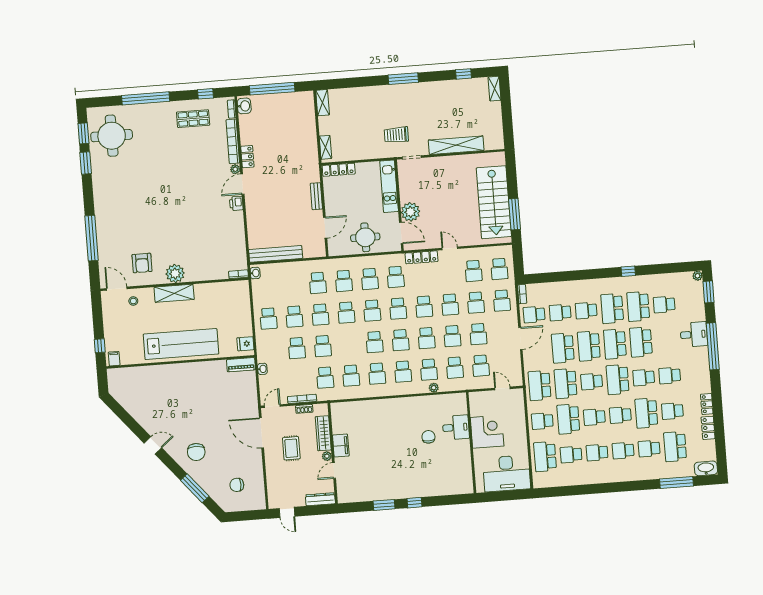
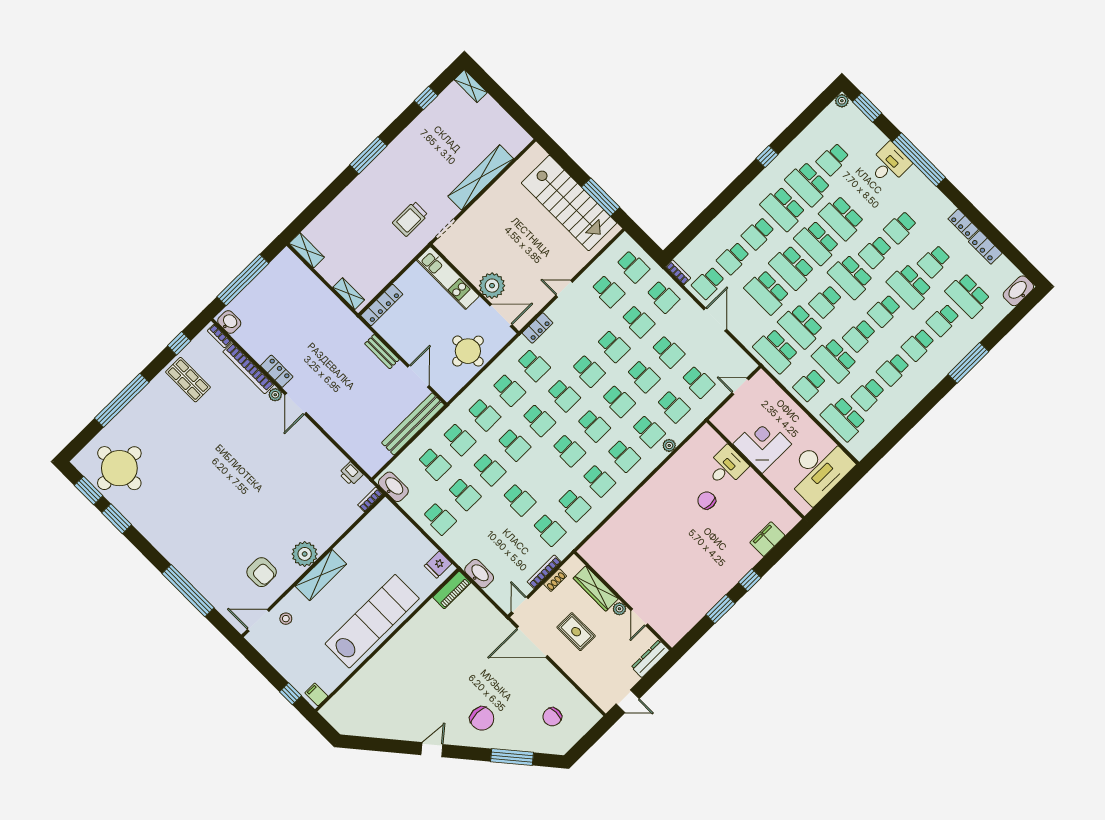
shop shelf: (193, 119) -> (188, 380), turned 90
printer: (236, 203) -> (351, 474), moved
bench: (276, 254) -> (413, 424), moved
locker: (421, 257) -> (537, 328), width x0.66
washbasin: (255, 273) -> (393, 487), width x1.91, depth x1.45
school desk: (297, 348) -> (434, 464), moved
washbasin: (262, 369) -> (479, 574), width x1.91, depth x1.45
filing cabinet: (341, 446) -> (767, 539), moved, turned -90
window: (677, 482) -> (968, 363), moved

